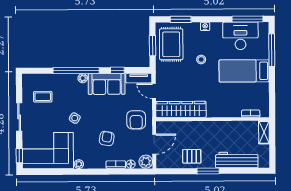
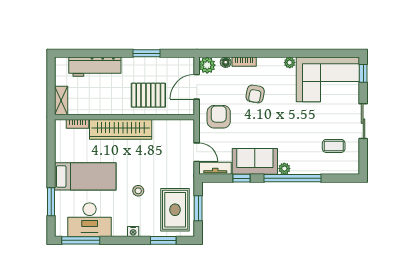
window: (272, 50) -> (51, 202), width x0.69
wardrobe: (181, 109) -> (121, 129), moved
side table: (75, 118) -> (294, 119), removed
pallet: (192, 156) -> (148, 95), moved, width x1.50, depth x1.42
window: (208, 171) -> (147, 53), moved

